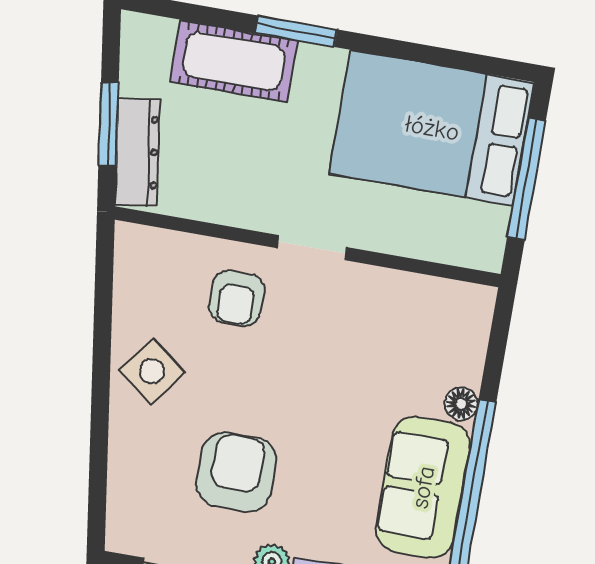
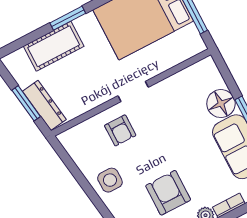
side table: (152, 371) -> (110, 180), turned -37
floor lamp: (461, 404) -> (221, 104), width x1.89, depth x1.89

